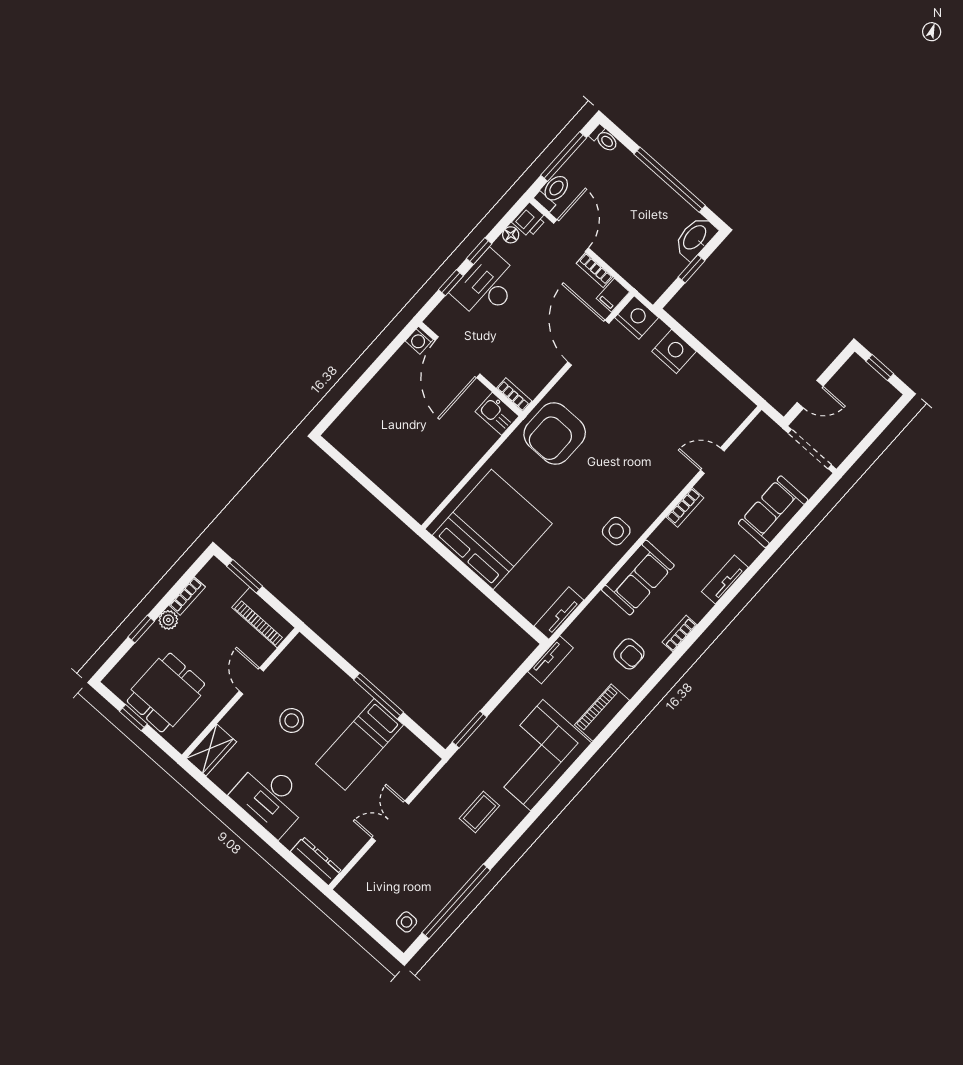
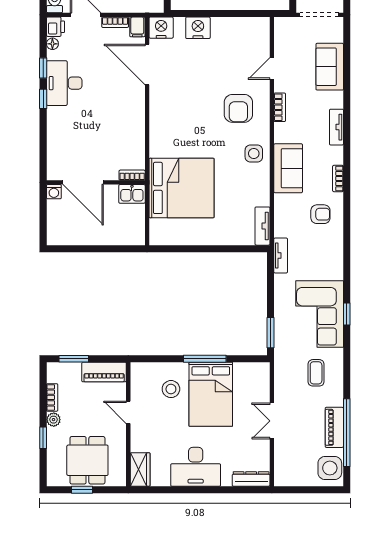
washing machine: (419, 340) -> (54, 192), moved
door: (458, 357) -> (83, 182), moved
wall: (471, 369) -> (96, 182), moved
bookcase: (514, 395) -> (132, 175), moved
kitchen sink: (497, 414) -> (132, 194), moved
armchair: (555, 433) -> (238, 108), moved, width x0.73, depth x0.73
bed: (492, 529) -> (182, 188), moved, turned 90
piano: (602, 713) -> (334, 427), moved
stool: (292, 720) -> (171, 389), moved
bed: (360, 744) -> (211, 394), width x1.50
window: (565, 780) -> (347, 314), added
side table: (407, 922) -> (330, 468), width x1.87, depth x1.87

